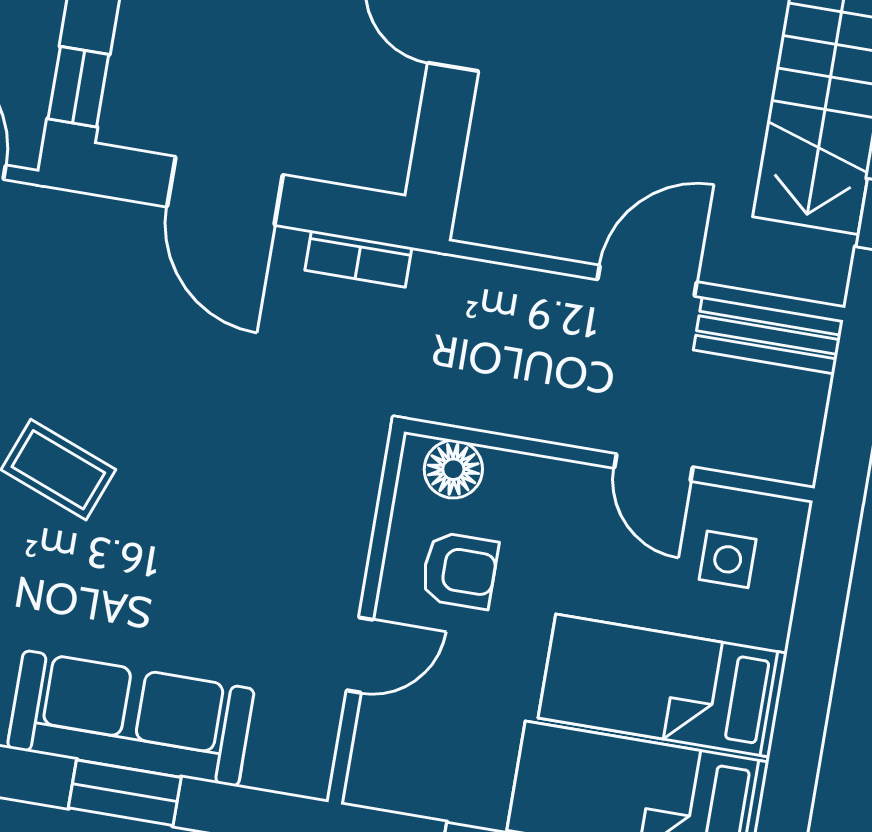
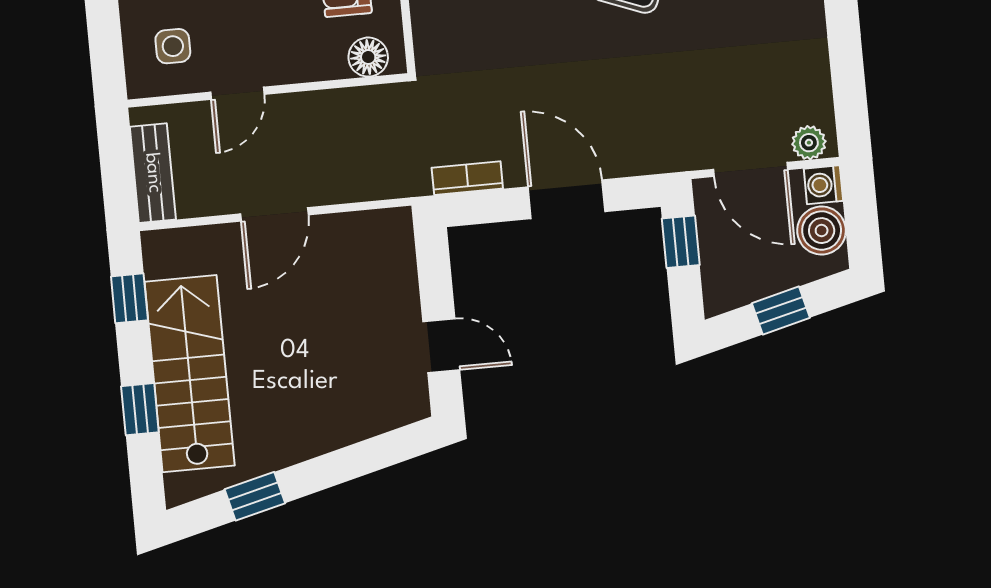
bench: (768, 335) -> (153, 173), moved, turned 90
door: (654, 468) -> (237, 93), swing flipped

